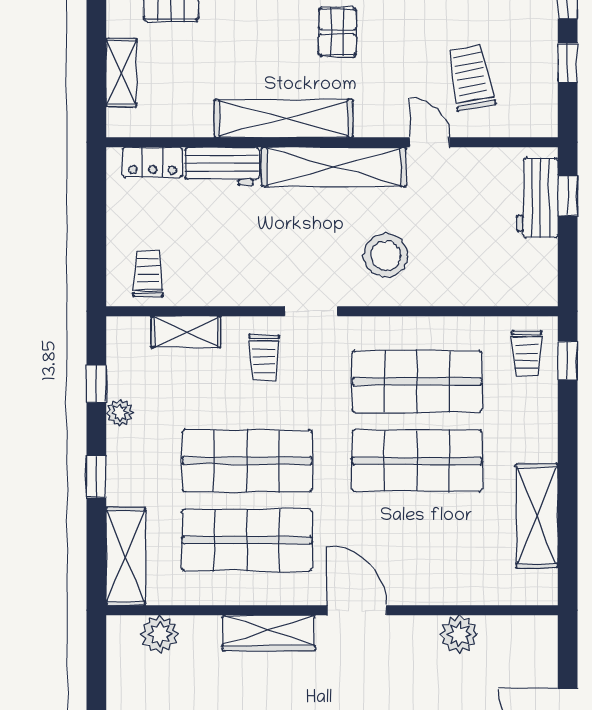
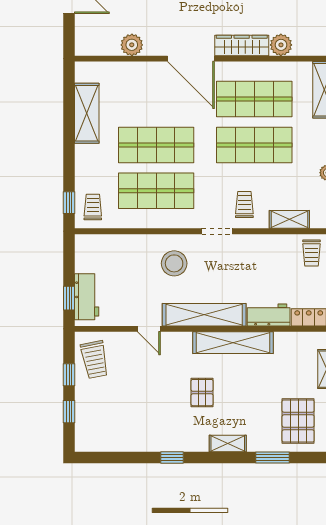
trolley: (471, 78) -> (95, 360), moved
door: (357, 610) -> (191, 59), width x1.36
plant: (160, 634) -> (281, 45), moved

